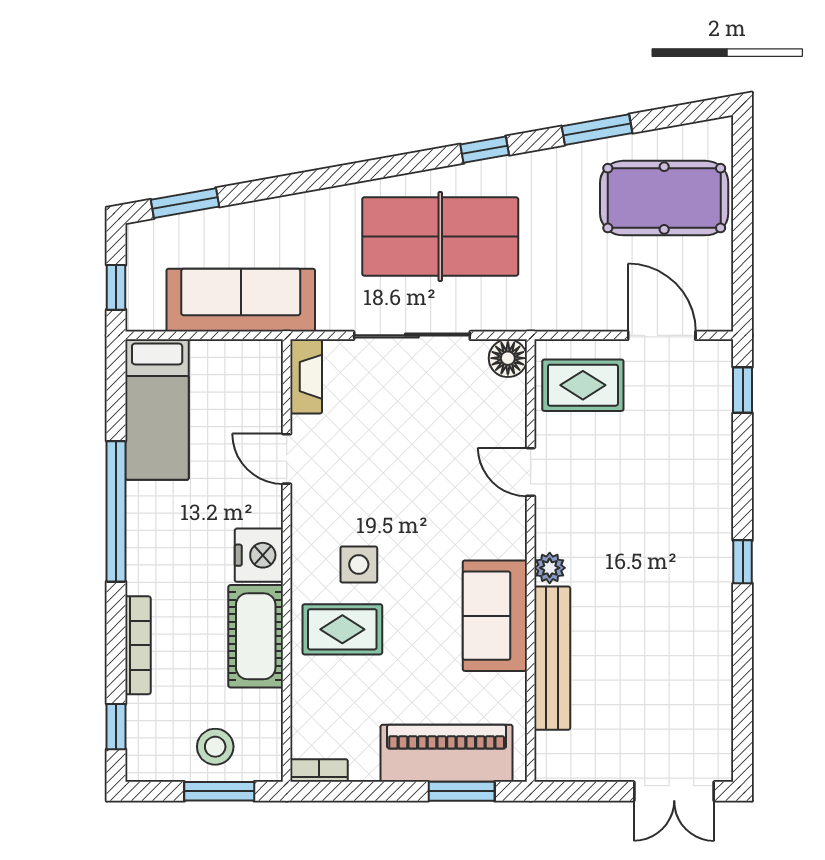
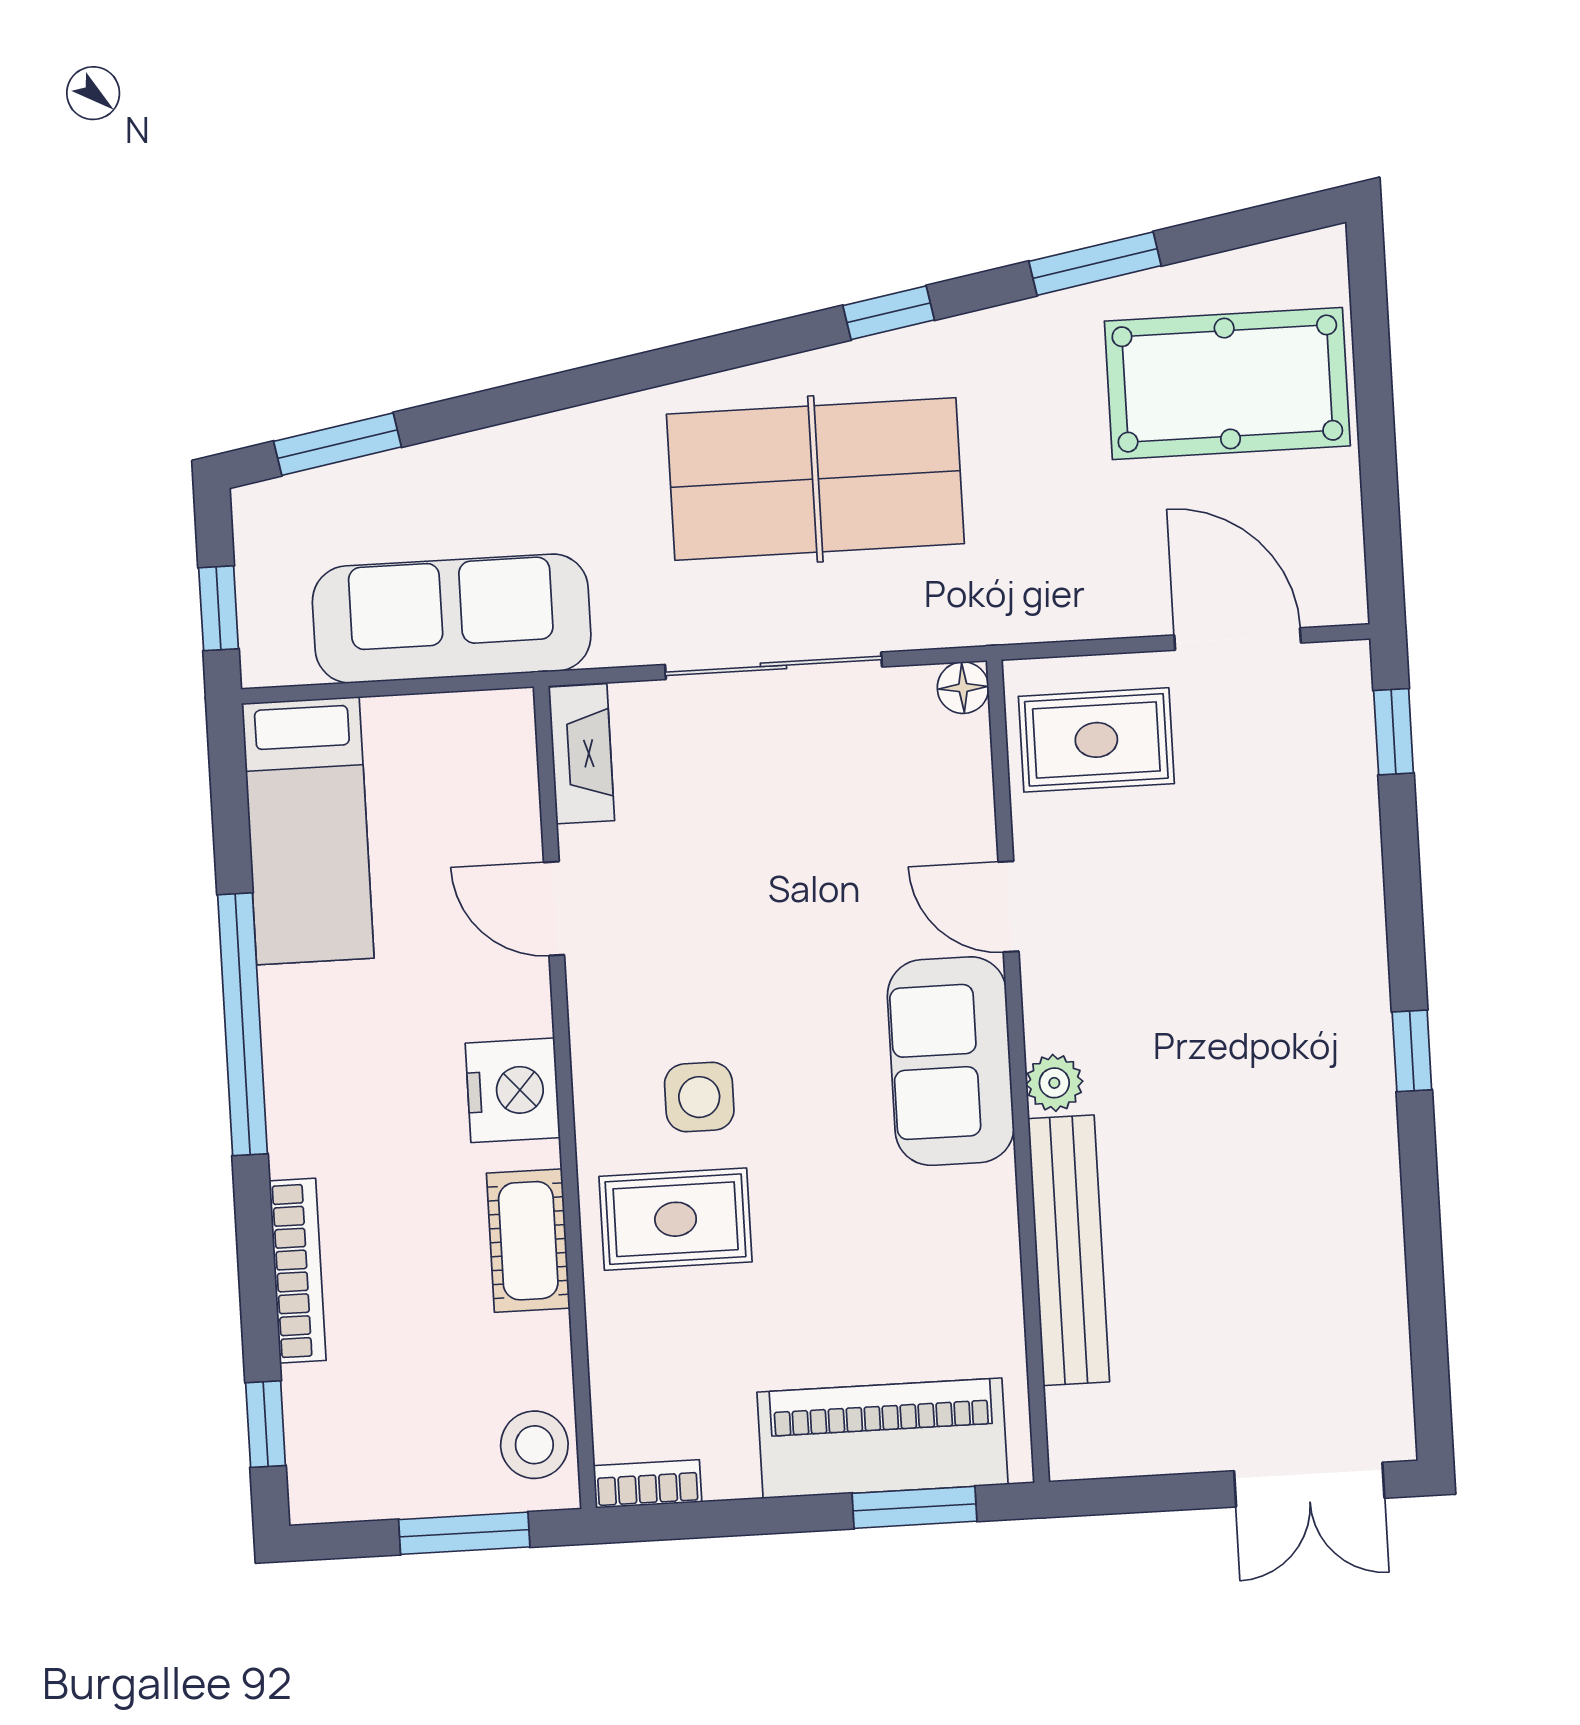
floor lamp: (508, 358) -> (963, 688), width x0.73, depth x0.73
sofa: (495, 616) -> (951, 1061), moved
cot: (256, 636) -> (528, 1241), width x0.73, depth x0.75
stool: (215, 747) -> (534, 1445), moved

